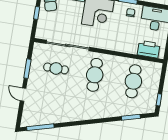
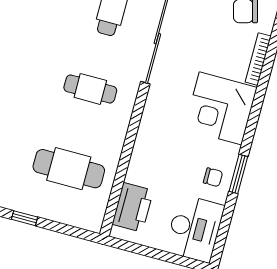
cafe table: (95, 75) -> (90, 89), width x0.73, depth x0.74

